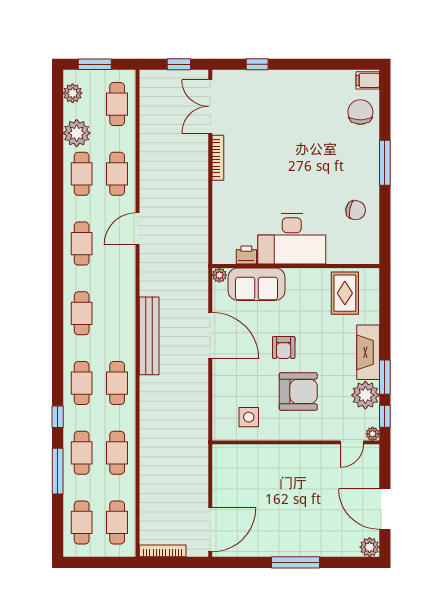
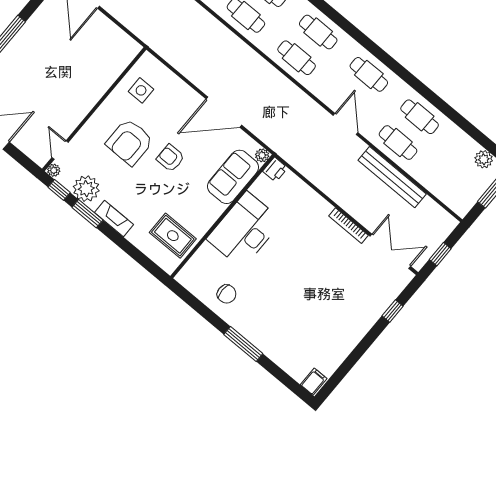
cafe table: (117, 104) -> (297, 58), moved
chair: (360, 112) -> (295, 357), removed
plant: (77, 133) -> (452, 138), removed
chair: (356, 210) -> (227, 294), turned -100
printer: (246, 255) -> (275, 170), moved
bench: (149, 336) -> (392, 177), moved
fireplace: (368, 352) -> (114, 219), width x0.73, depth x0.76

